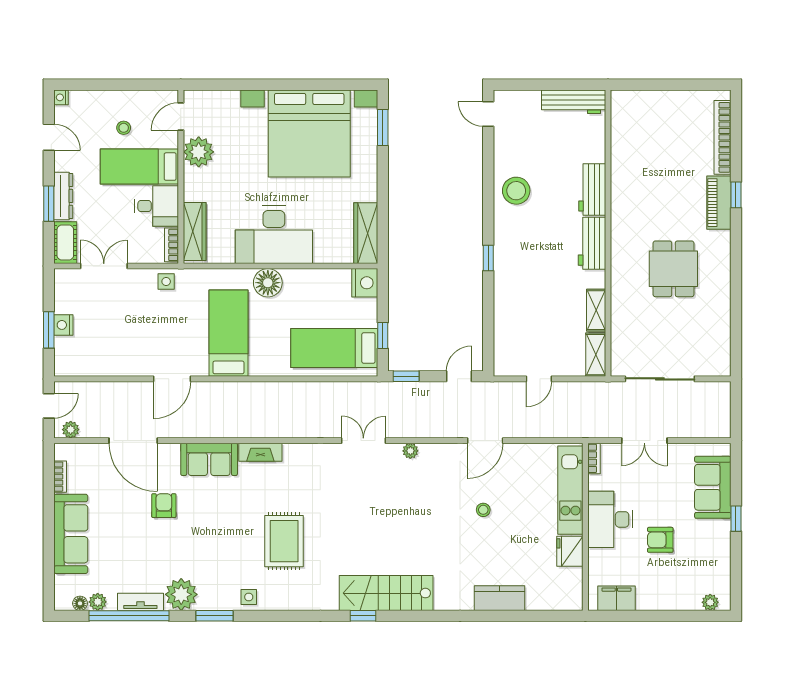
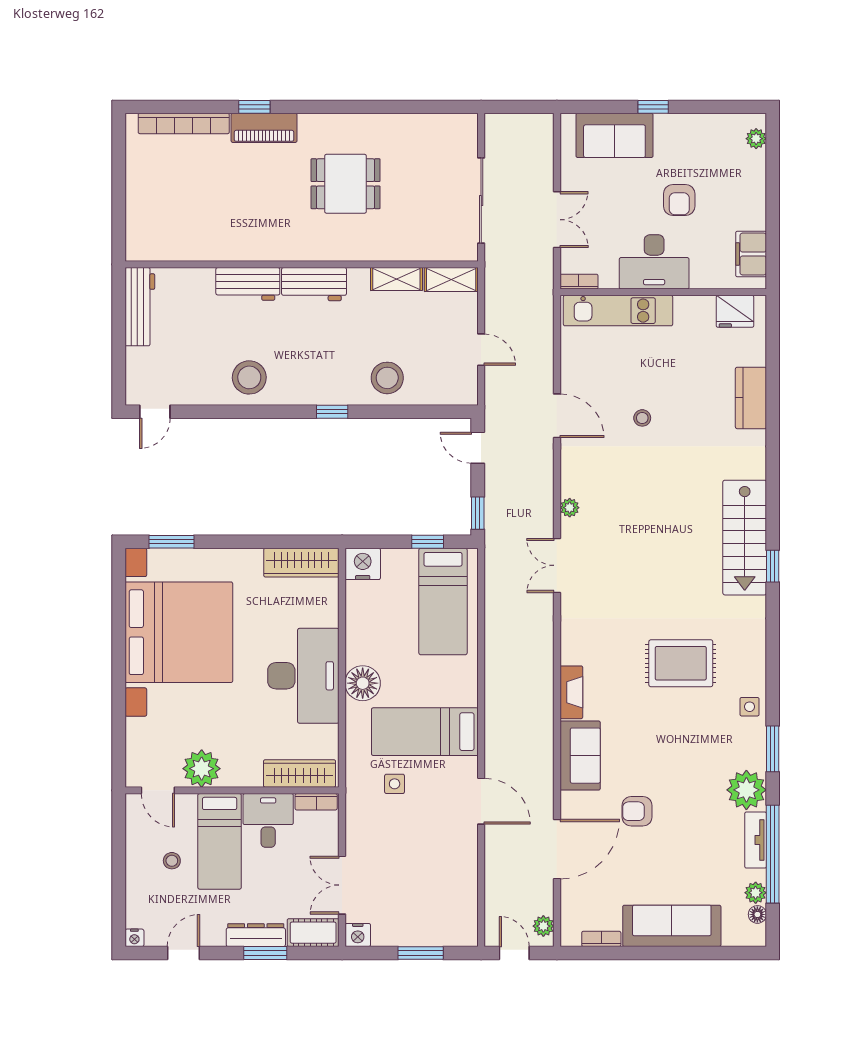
side table: (166, 281) -> (395, 784), moved
stool: (516, 303) -> (387, 378), added
nightstand: (63, 325) -> (358, 935), moved
fridge: (570, 551) -> (735, 311), moved

